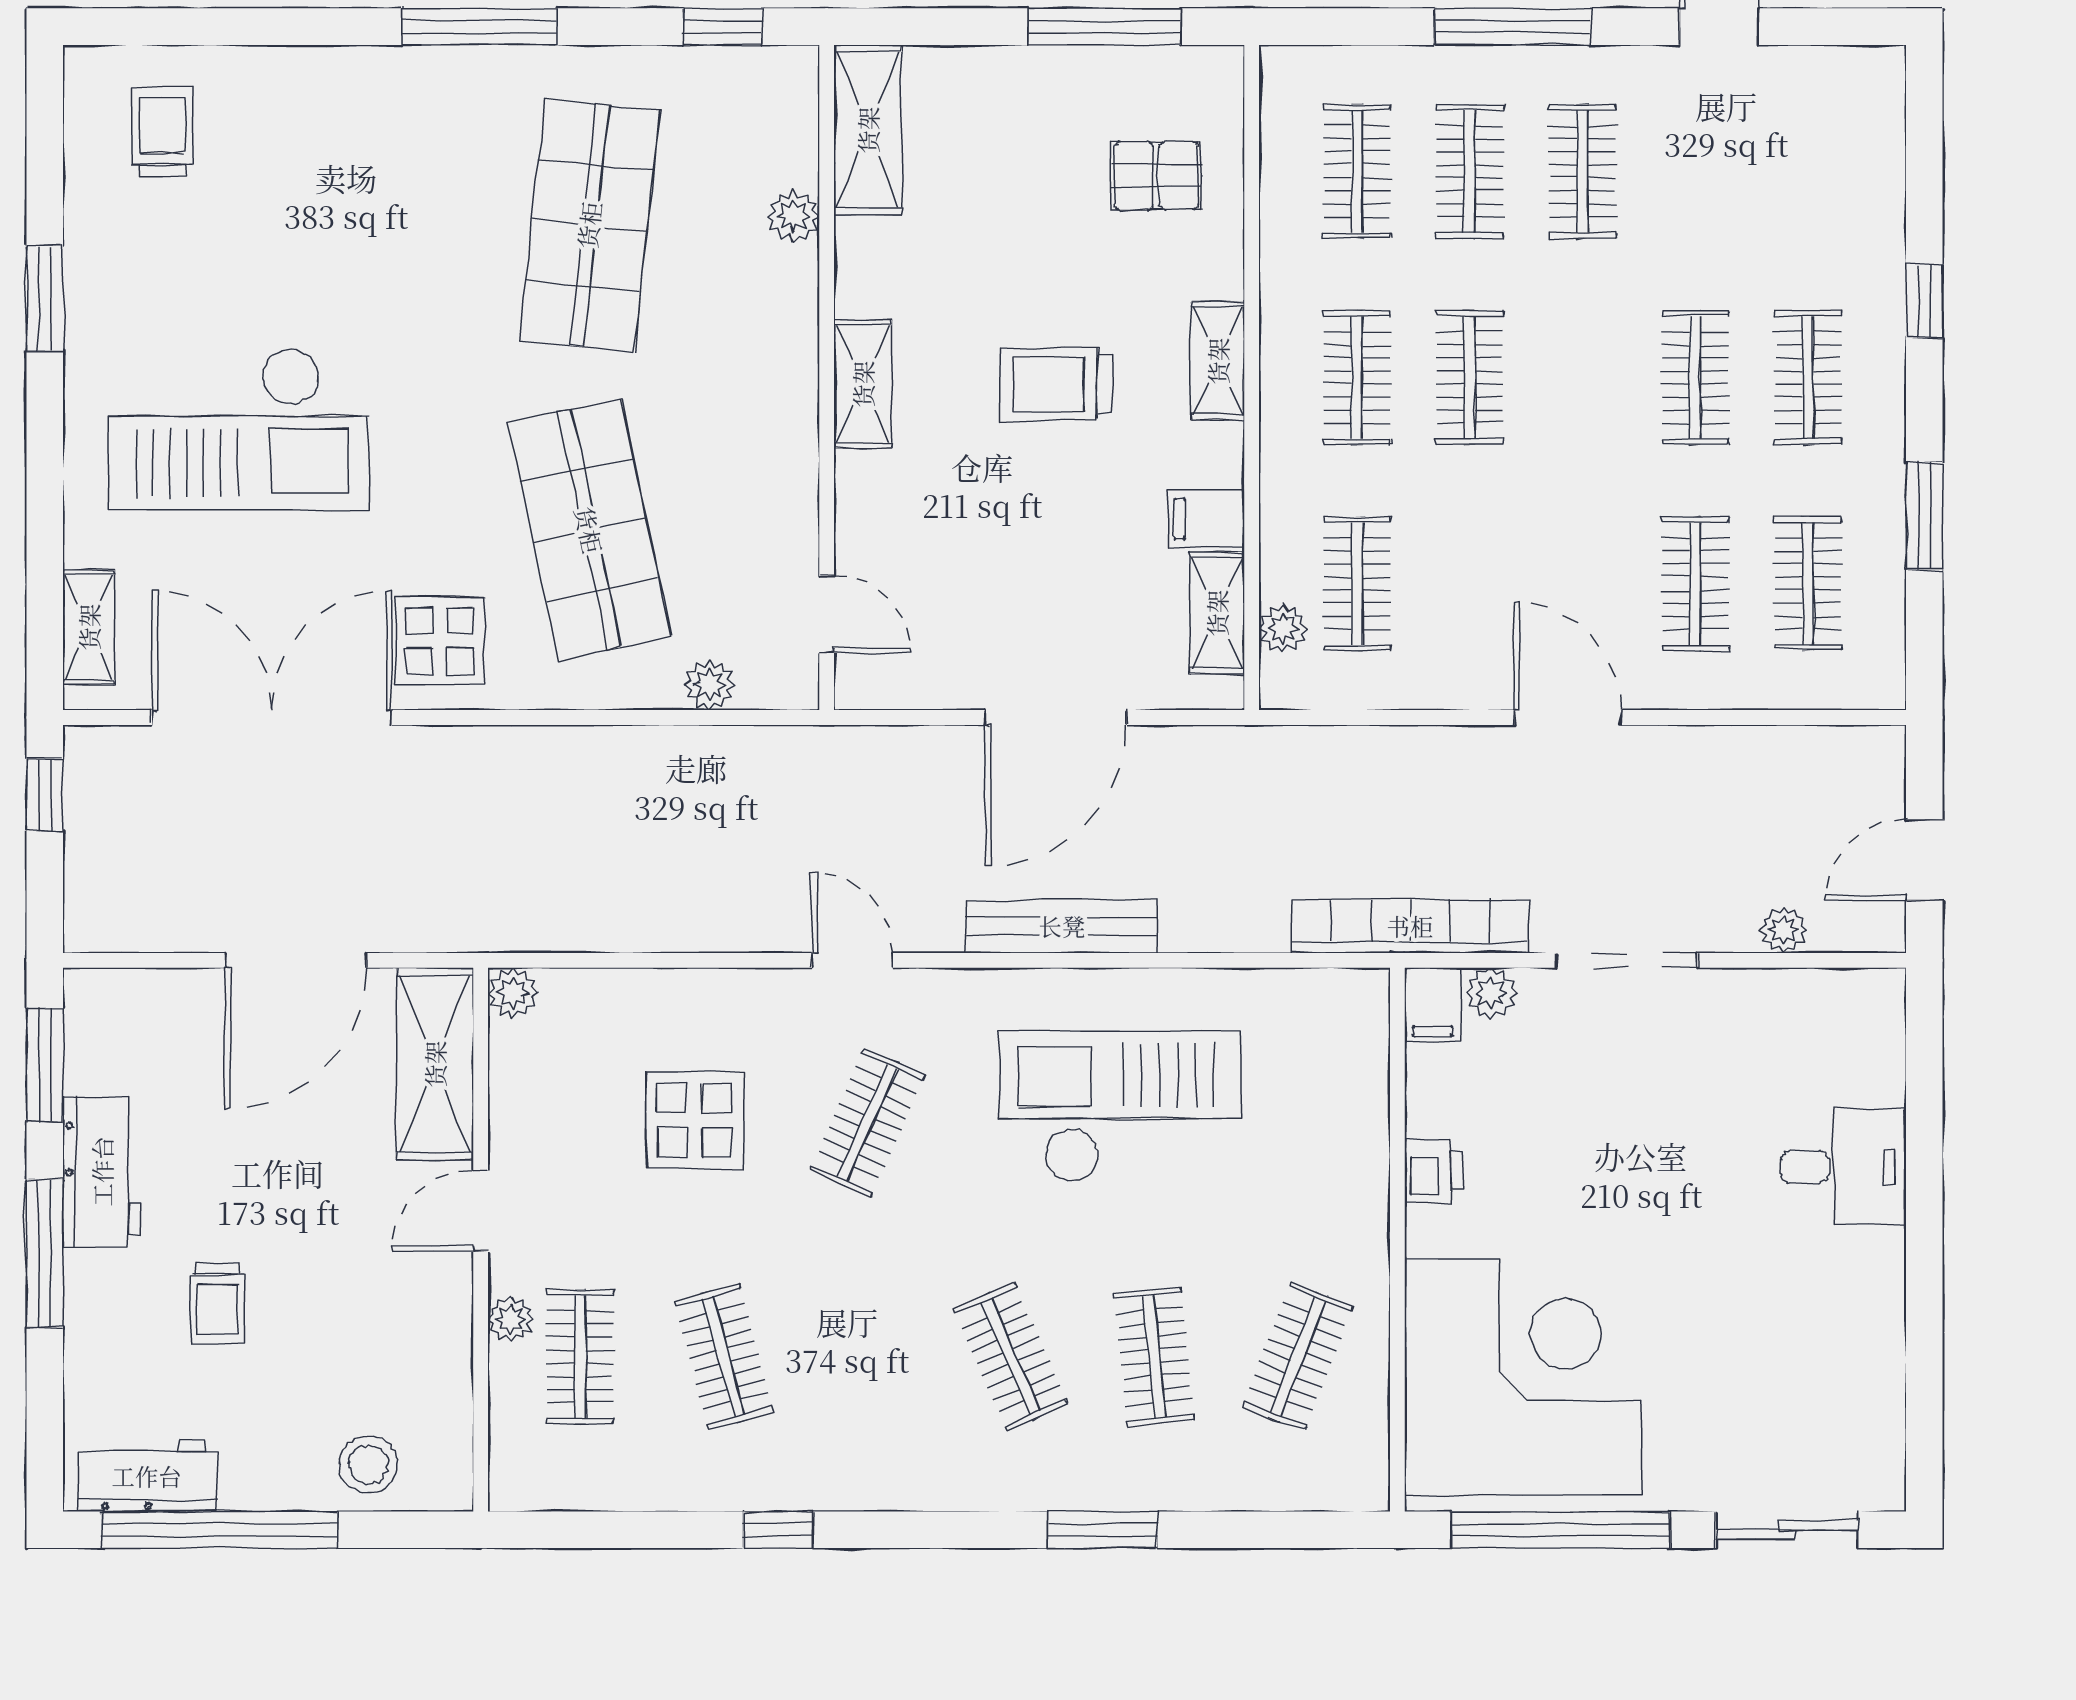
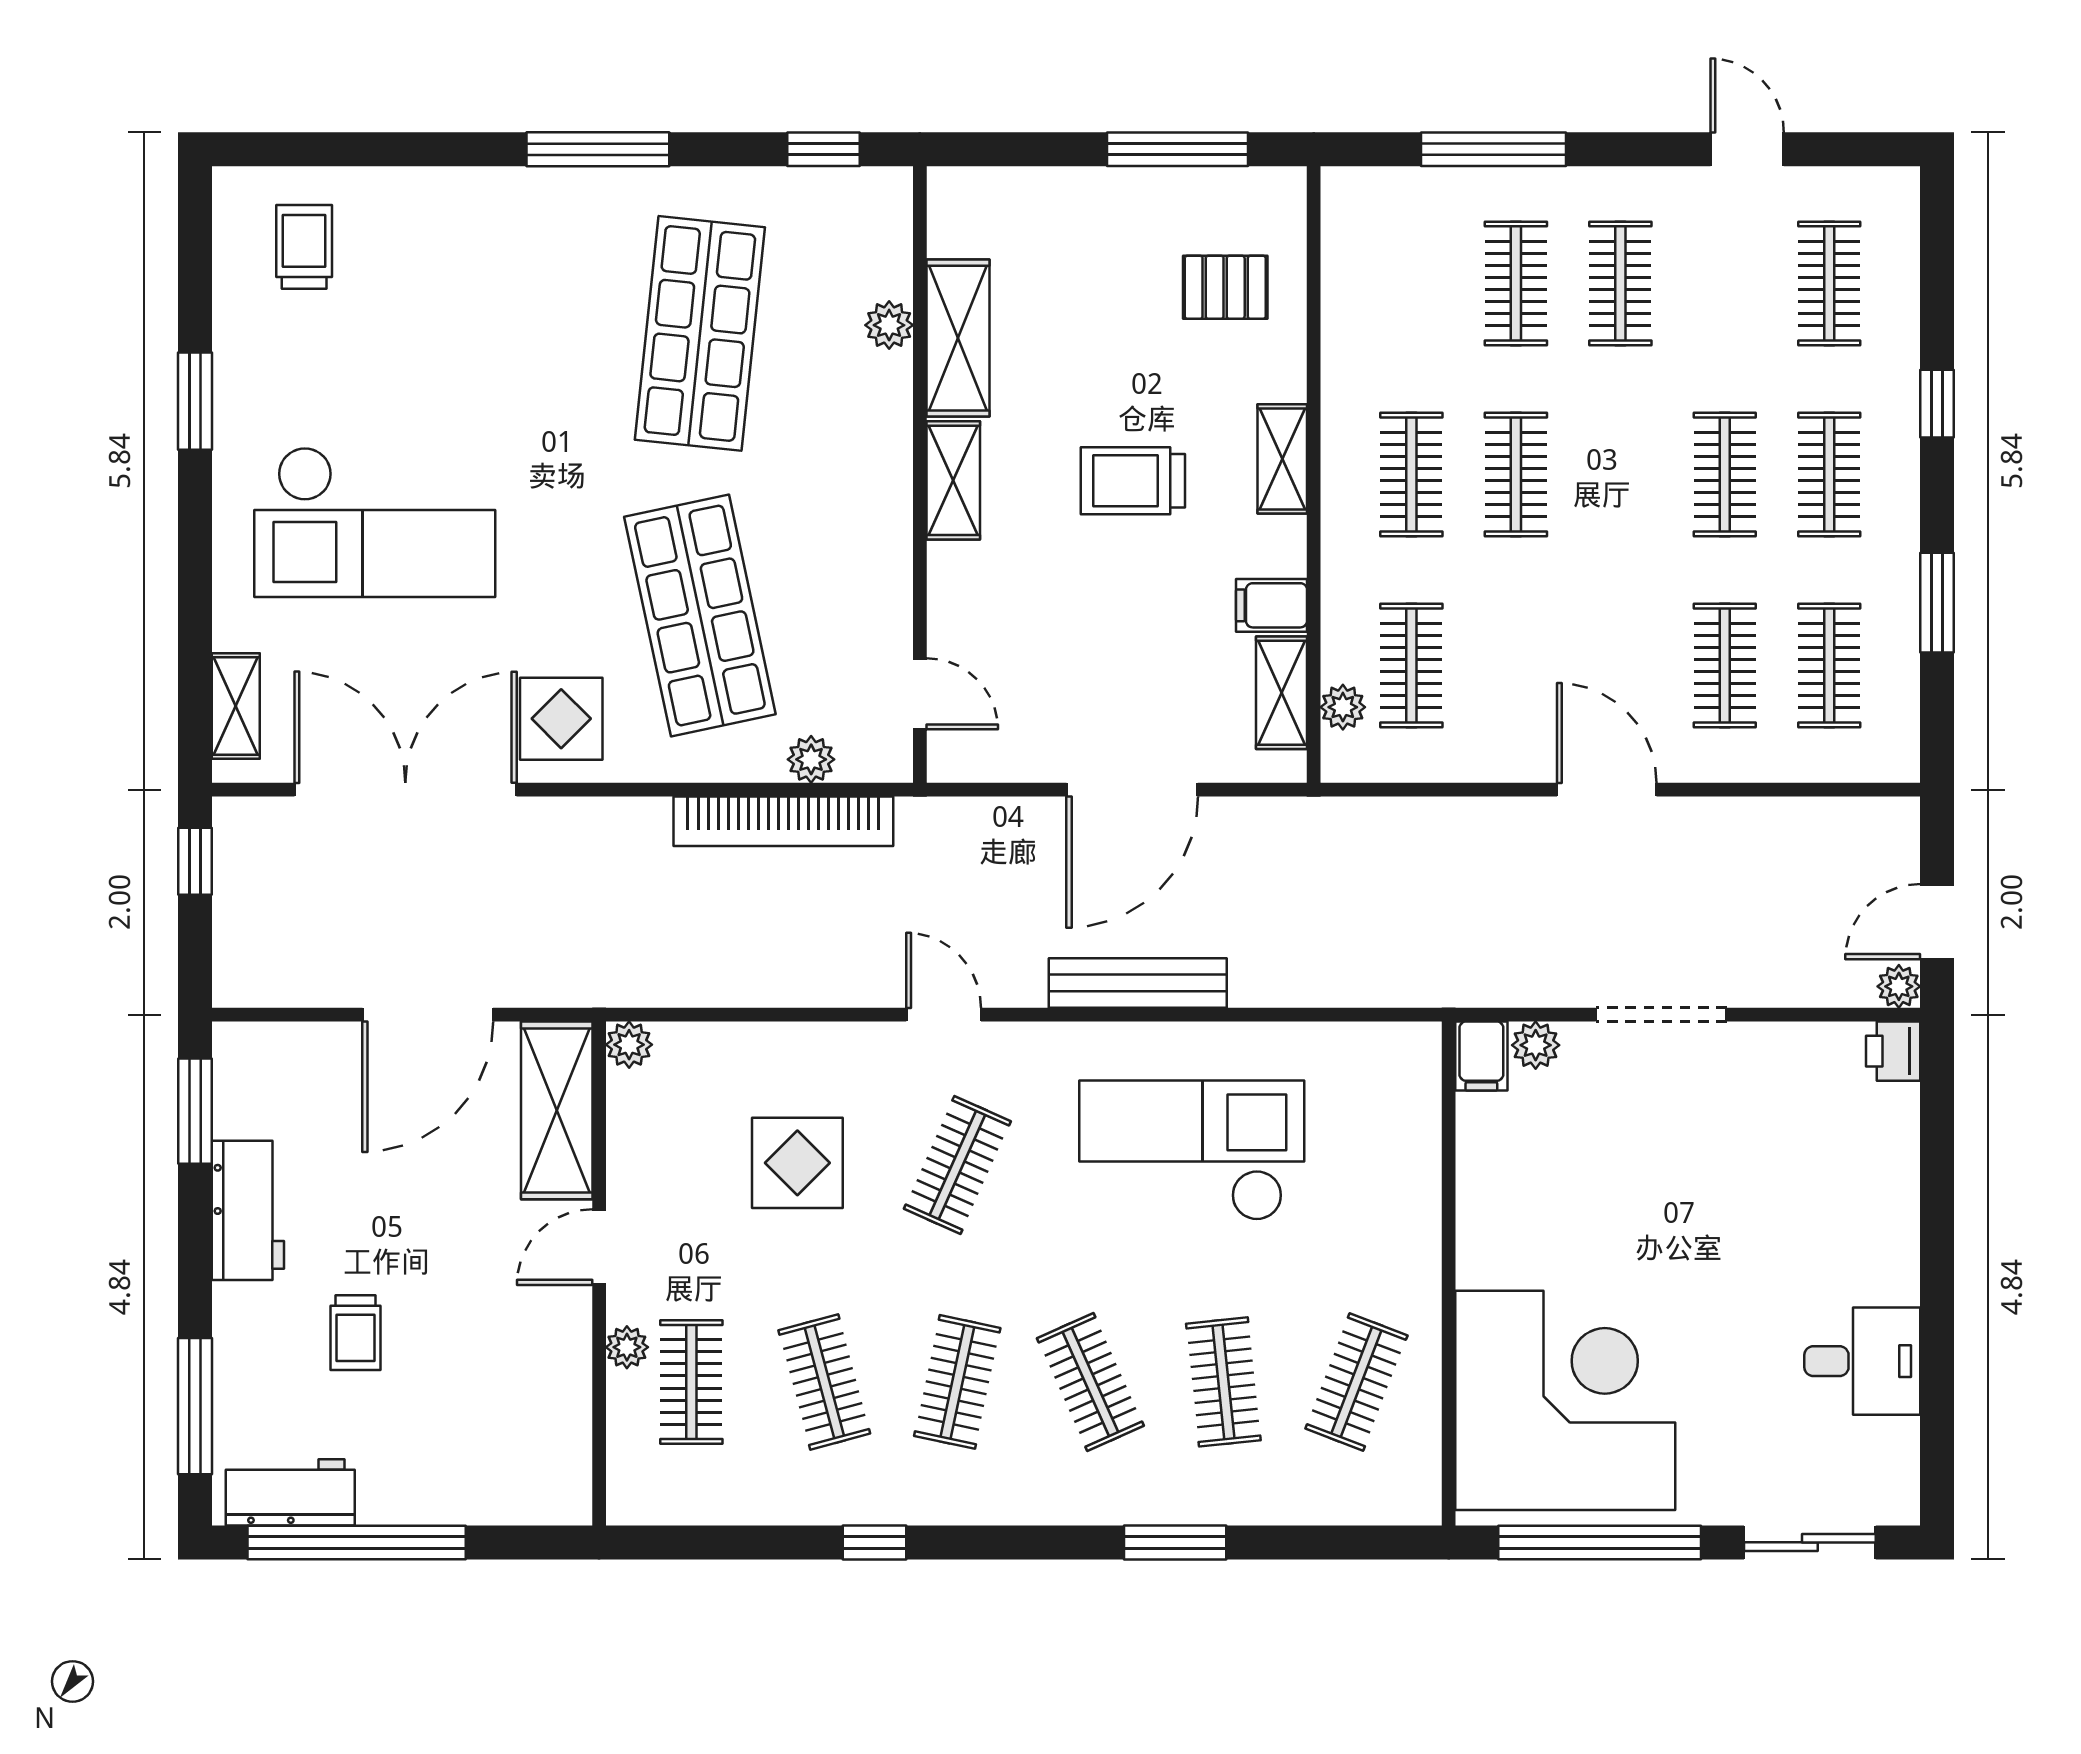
window: (1513, 27) -> (1493, 149), moved
shelving: (868, 130) -> (958, 338), moved
clothes rail: (1357, 171) -> (1829, 283), moved
bookcase: (1410, 926) -> (783, 821), moved, turned 180
plant: (1784, 930) -> (1899, 986), moved
desk: (1844, 1167) -> (1862, 1361), moved
printer: (1434, 1171) -> (1893, 1051), moved, turned 180
window: (45, 1253) -> (195, 1406), moved
clothes rail: (867, 1357) -> (957, 1382), added
stool: (368, 1464) -> (495, 1482), removed

